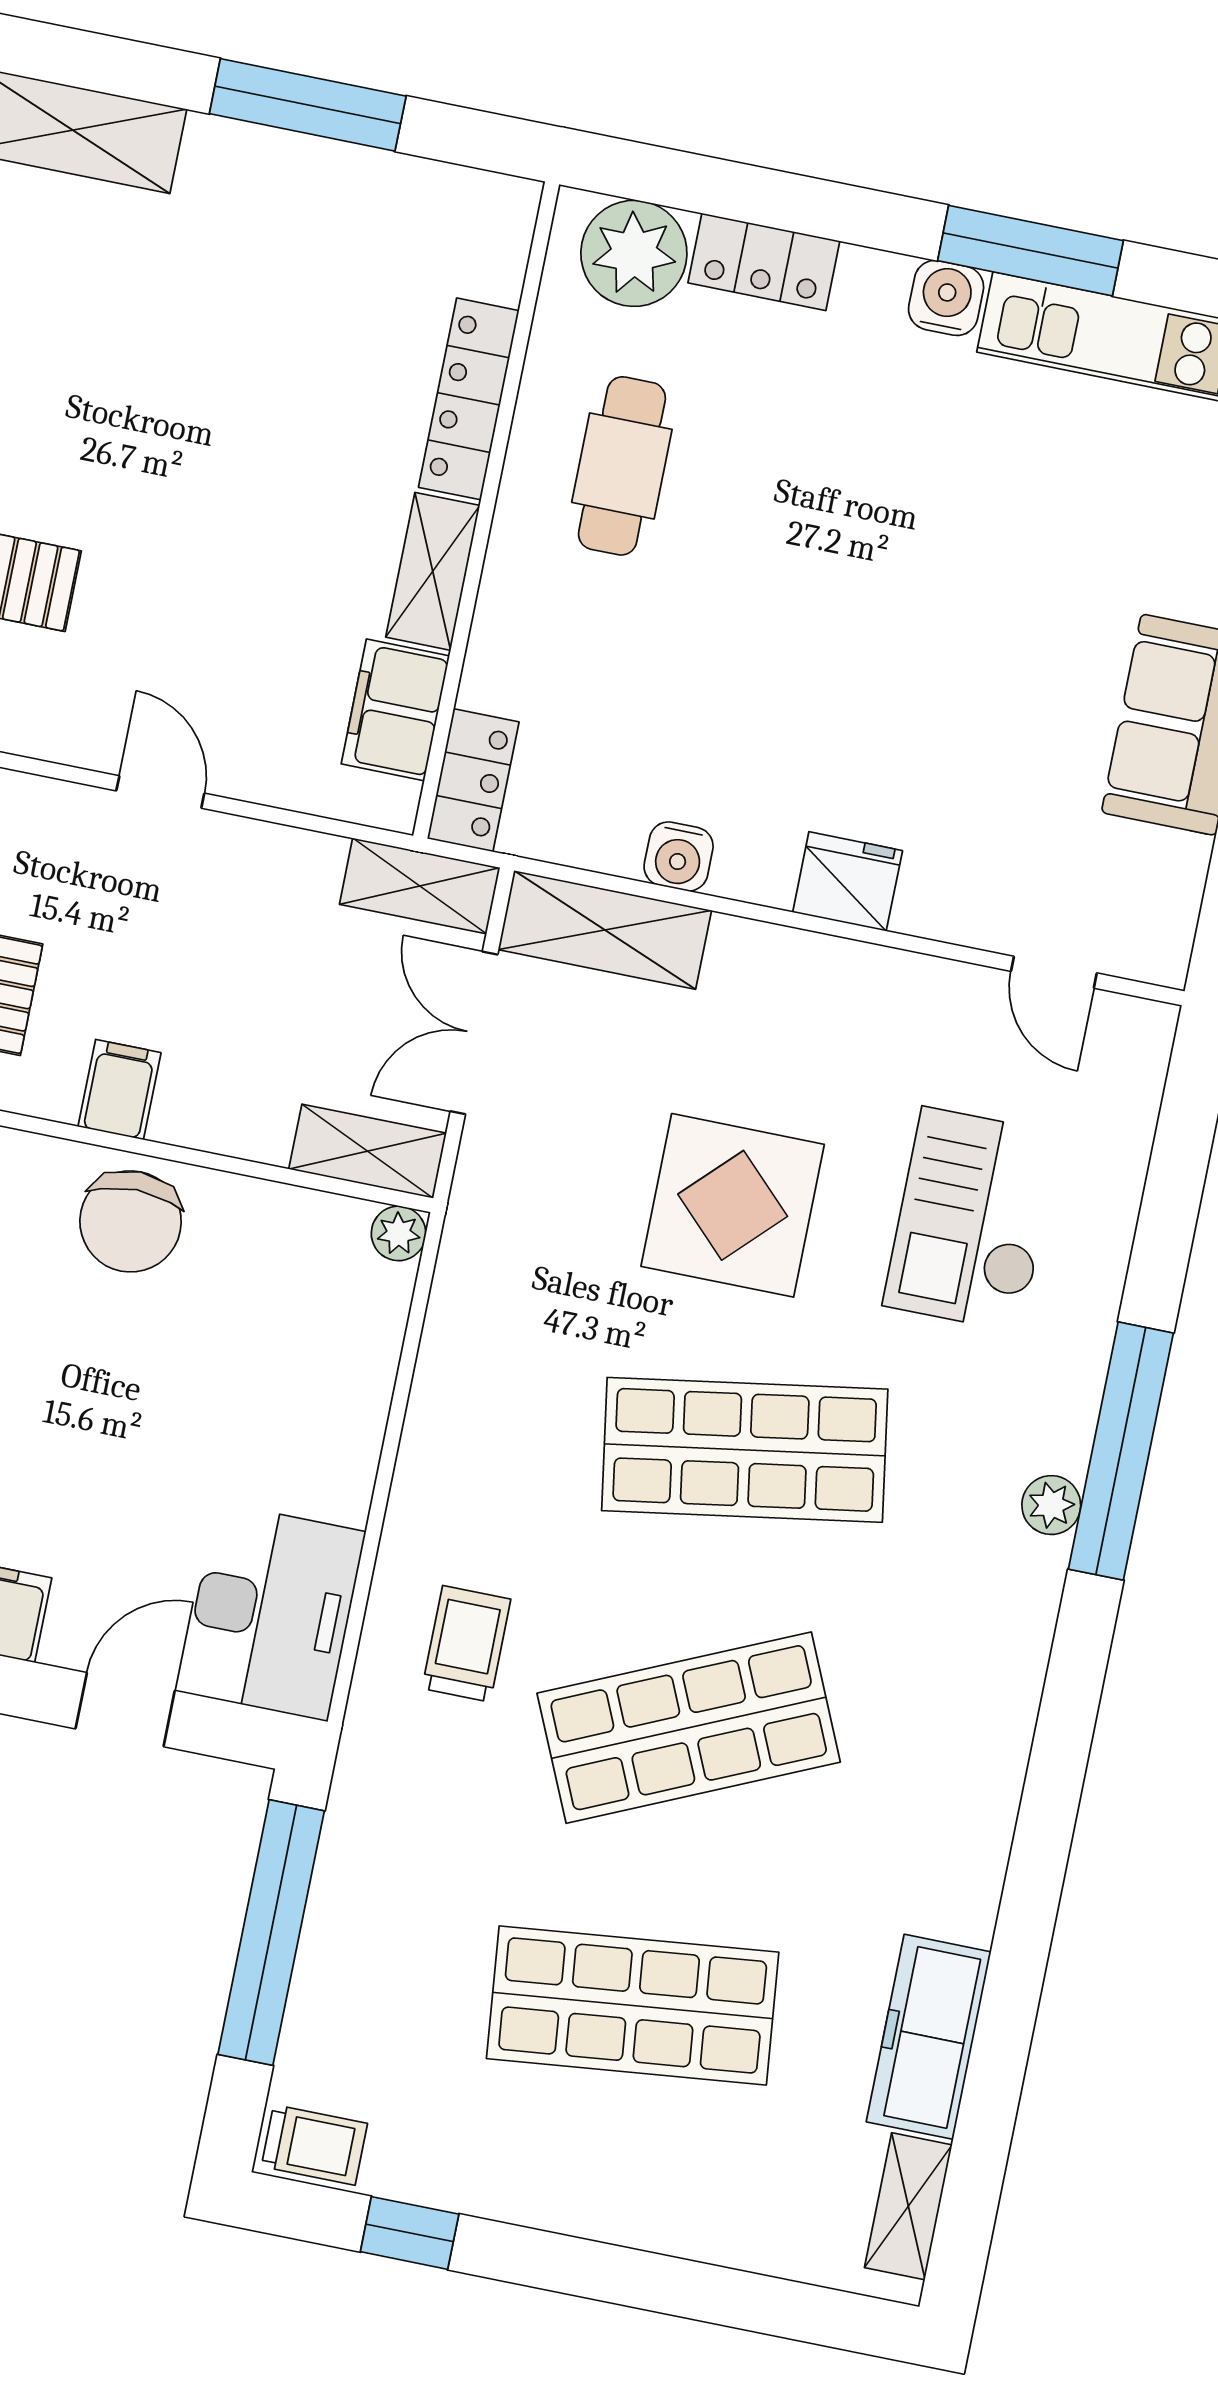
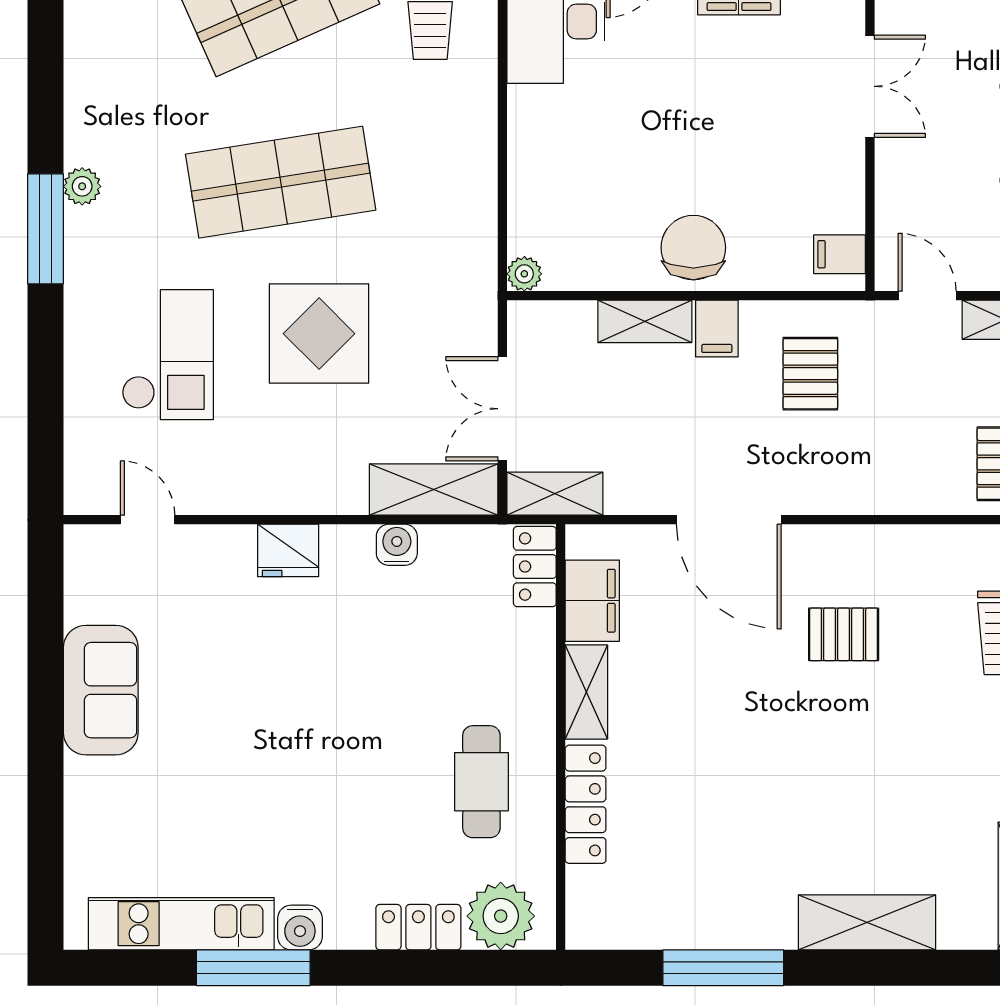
door: (160, 792) -> (729, 520), width x1.87
double door: (474, 1033) -> (502, 409), swing flipped
shelving: (368, 1151) -> (645, 321), moved
window: (1121, 1451) -> (45, 229), width x0.68

